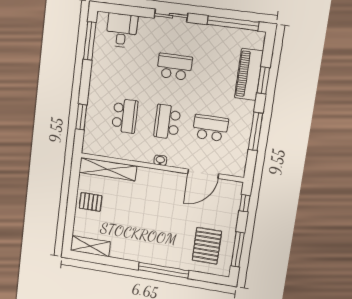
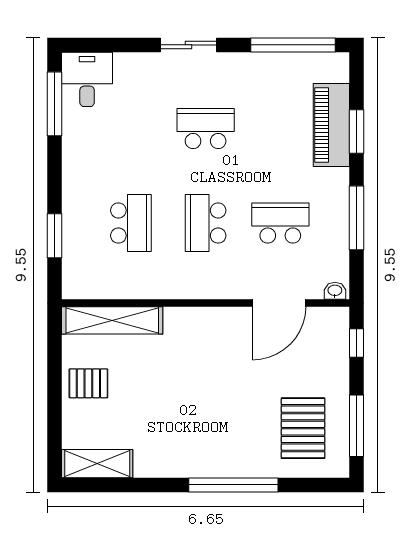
desk: (122, 30) -> (87, 79), moved
washbasin: (160, 160) -> (335, 291), moved

